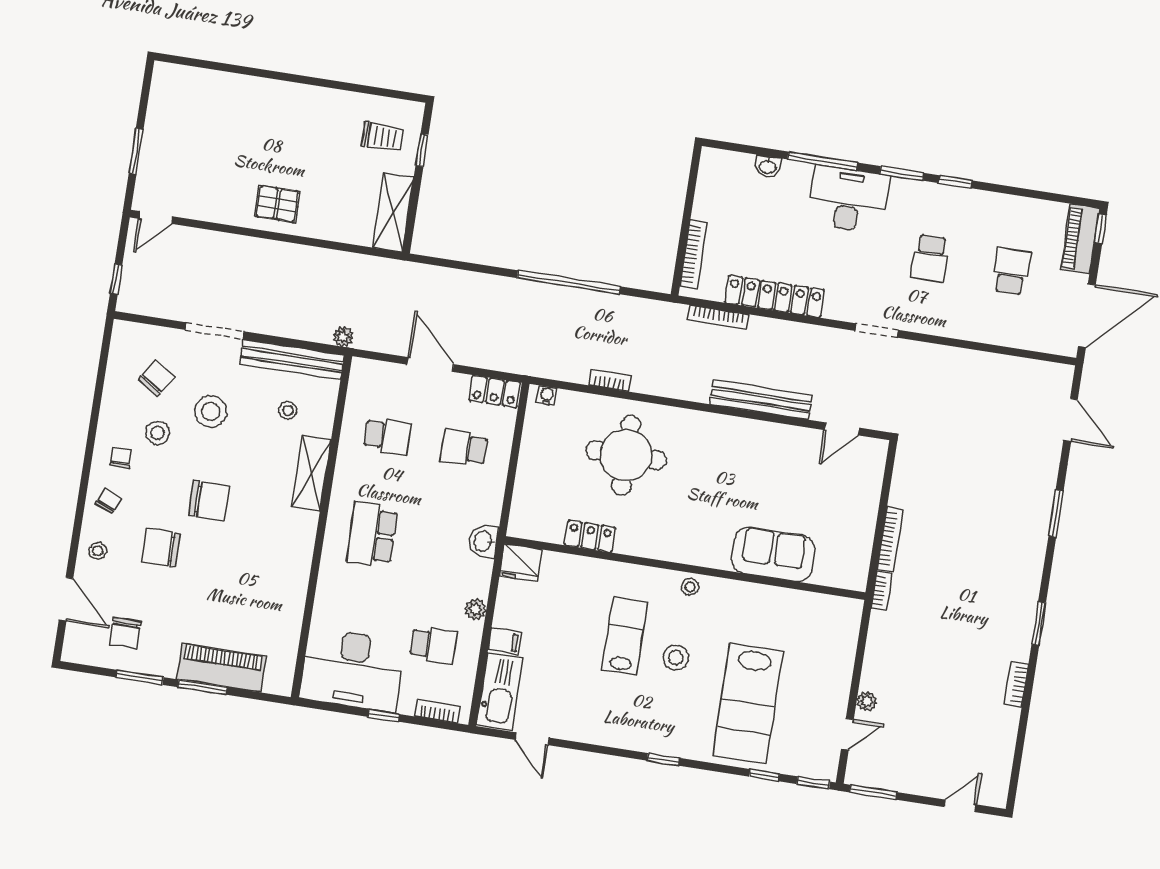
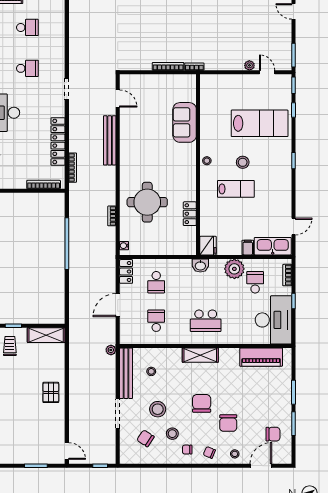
school desk: (1011, 271) -> (27, 27), turned 180
shelving: (311, 473) -> (200, 355), moved
plant: (476, 609) -> (234, 269), width x1.87, depth x1.87
lab bench: (625, 636) -> (236, 189), turned 180
piano: (221, 667) -> (261, 357), moved, turned -90

